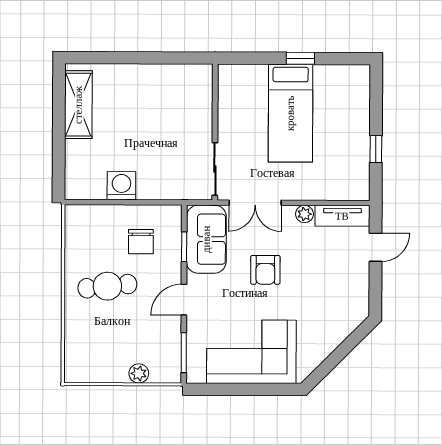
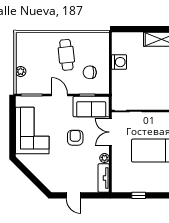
door: (376, 247) -> (74, 195), moved
armchair: (265, 270) -> (75, 138), turned 90

